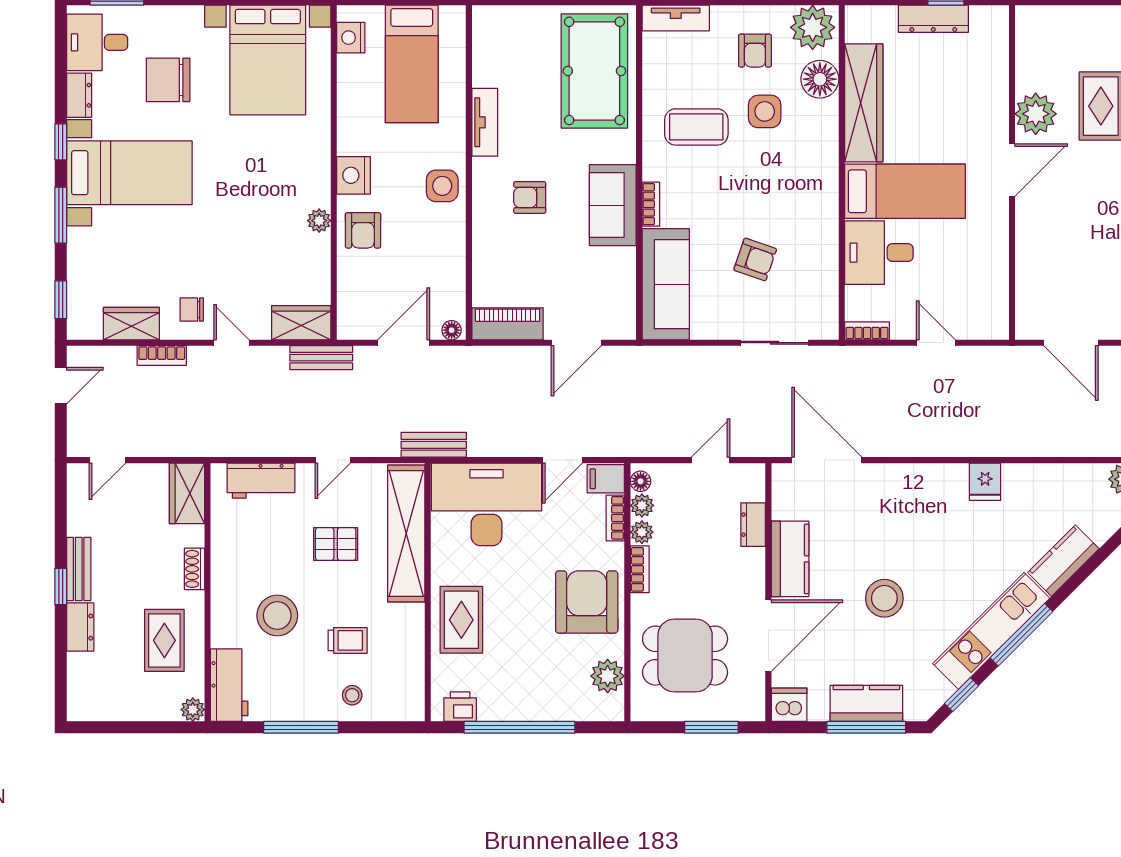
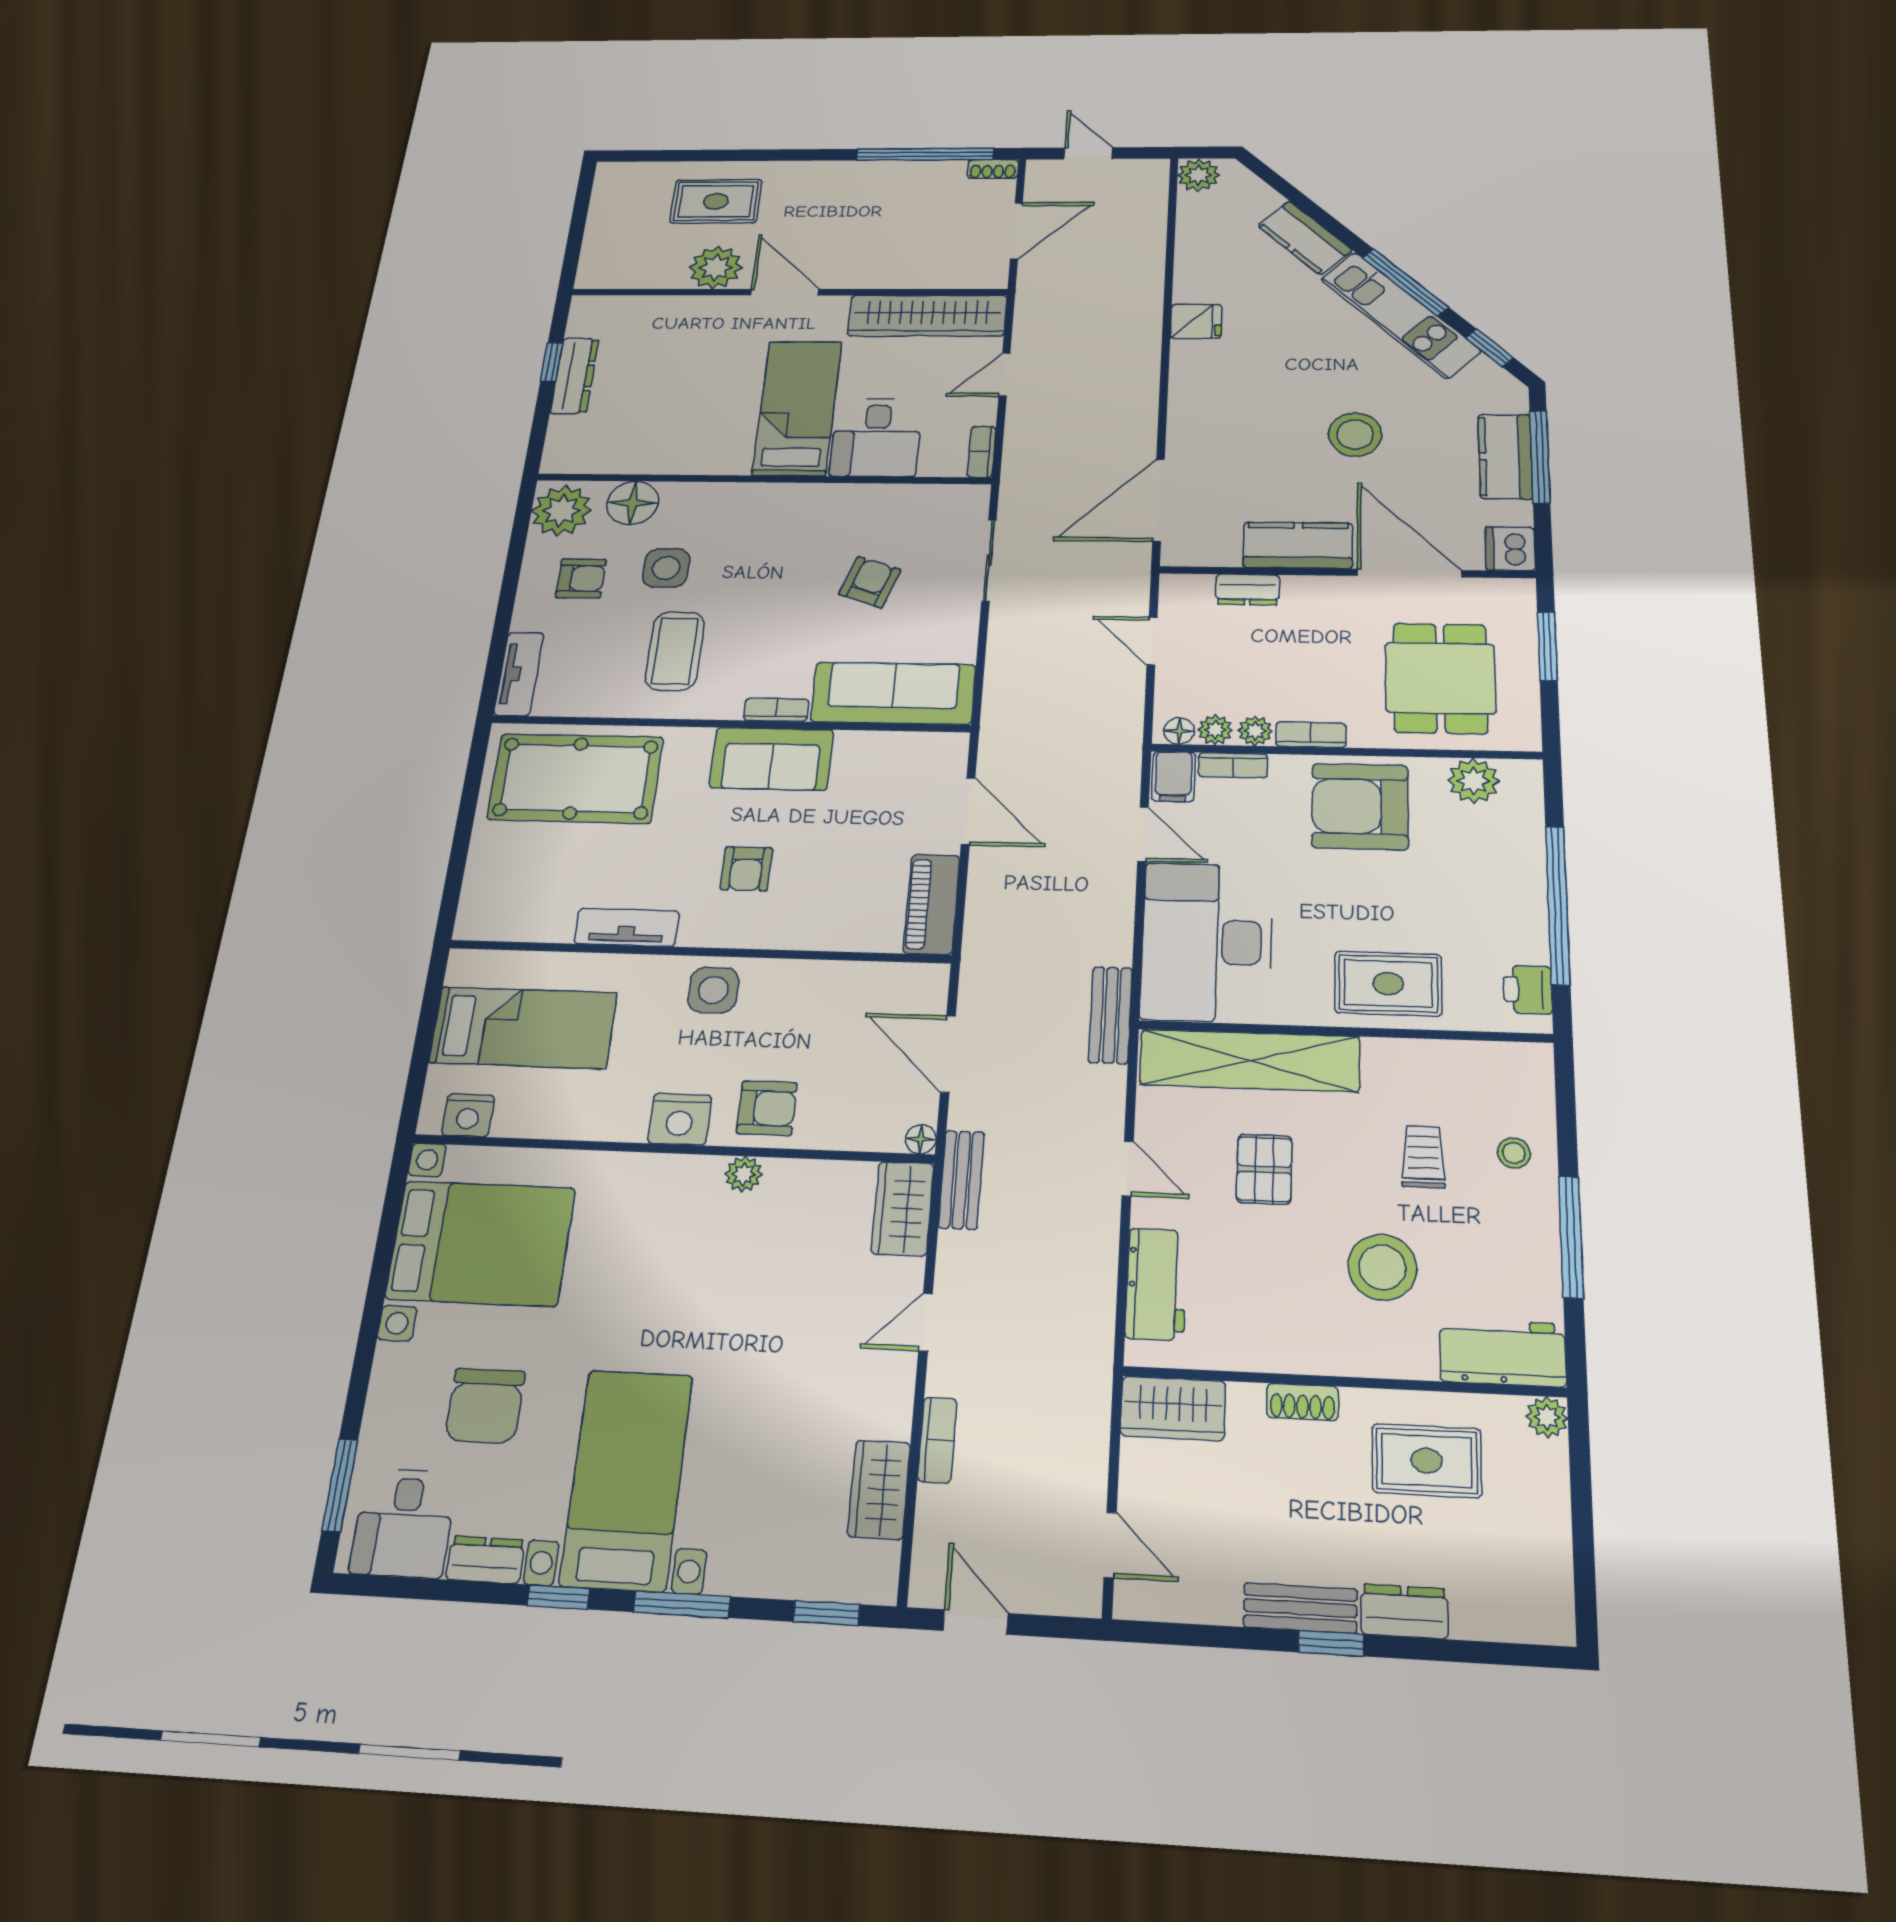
wardrobe: (864, 103) -> (927, 316), moved, turned 180
chair: (192, 310) -> (865, 1385), removed
floor lamp: (452, 330) -> (921, 1139), moved

